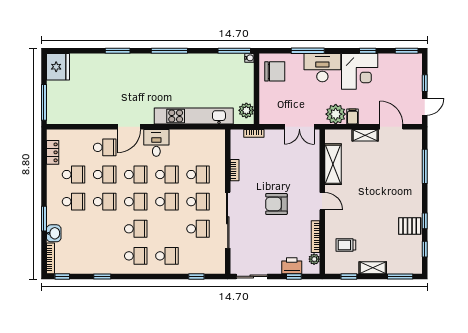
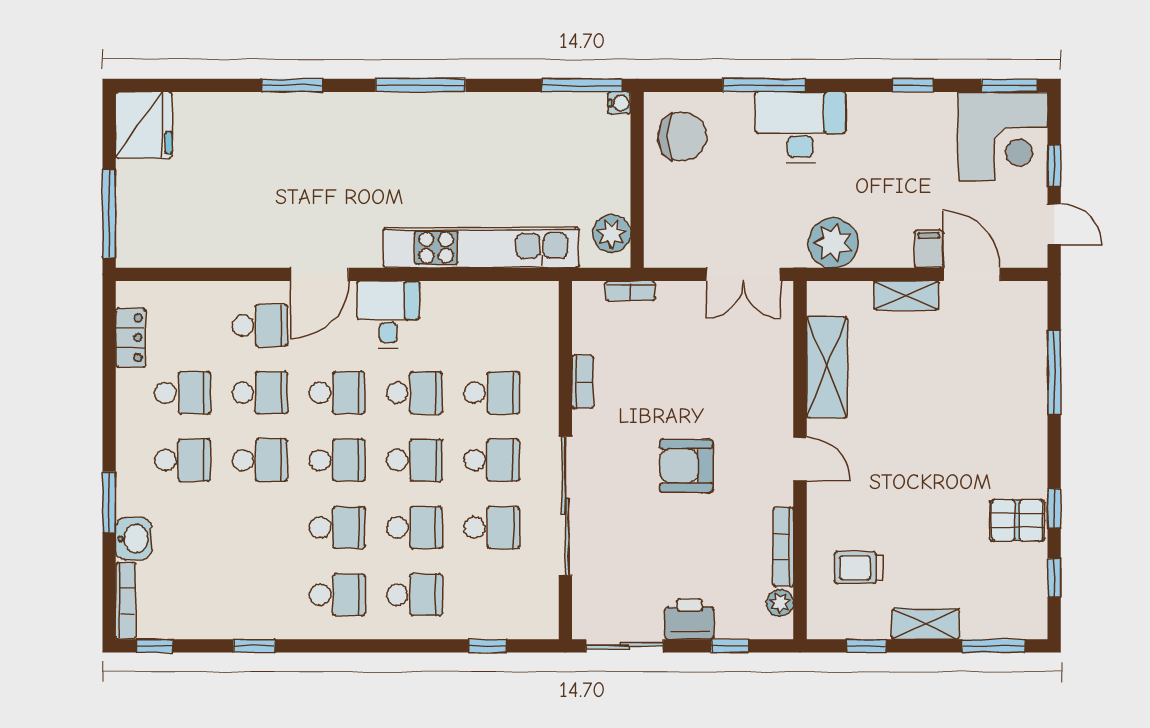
corner desk: (360, 71) -> (1003, 137), moved
door: (425, 107) -> (1054, 224), hinge flipped
filing cabinet: (353, 117) -> (929, 249), moved
school desk: (167, 229) -> (414, 527), added
printer: (292, 266) -> (690, 619), moved

